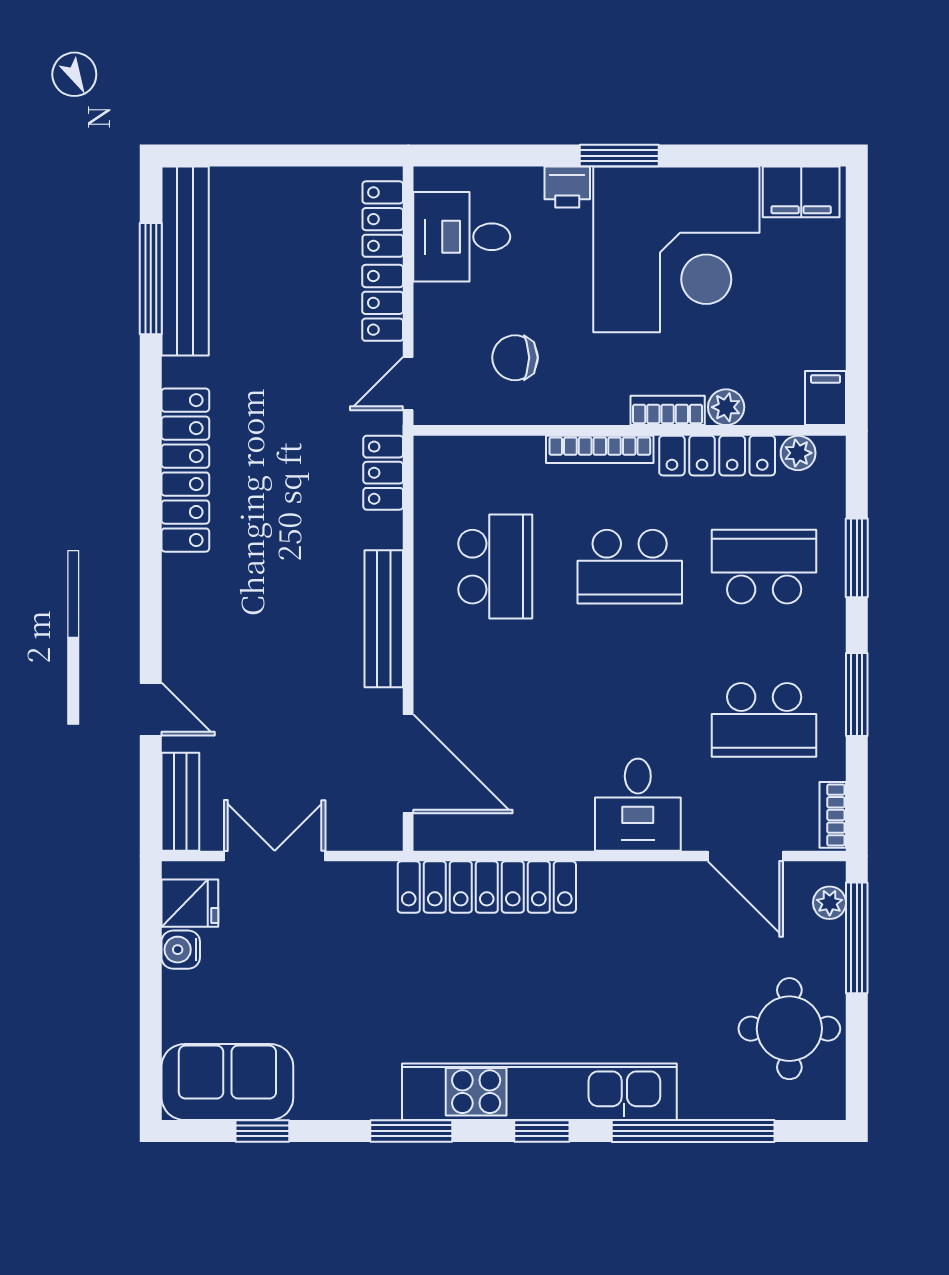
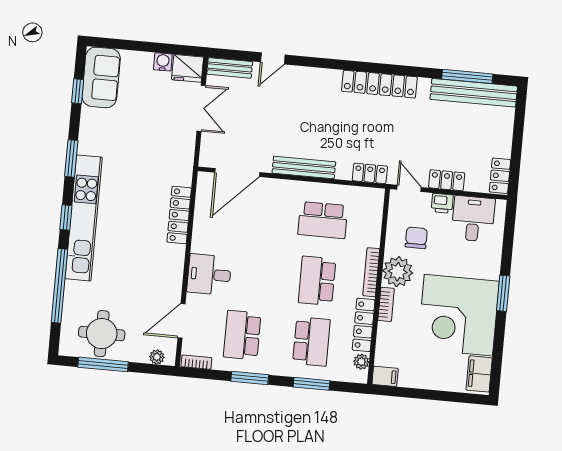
printer: (567, 187) -> (442, 203), moved, turned -90
locker: (383, 219) -> (500, 176), moved, turned -90
plant: (726, 407) -> (398, 272), moved, width x1.88, depth x1.88
locker: (487, 887) -> (179, 215), width x0.71, depth x0.83
fridge: (190, 903) -> (188, 68), width x1.38
window: (857, 938) -> (103, 364), moved

